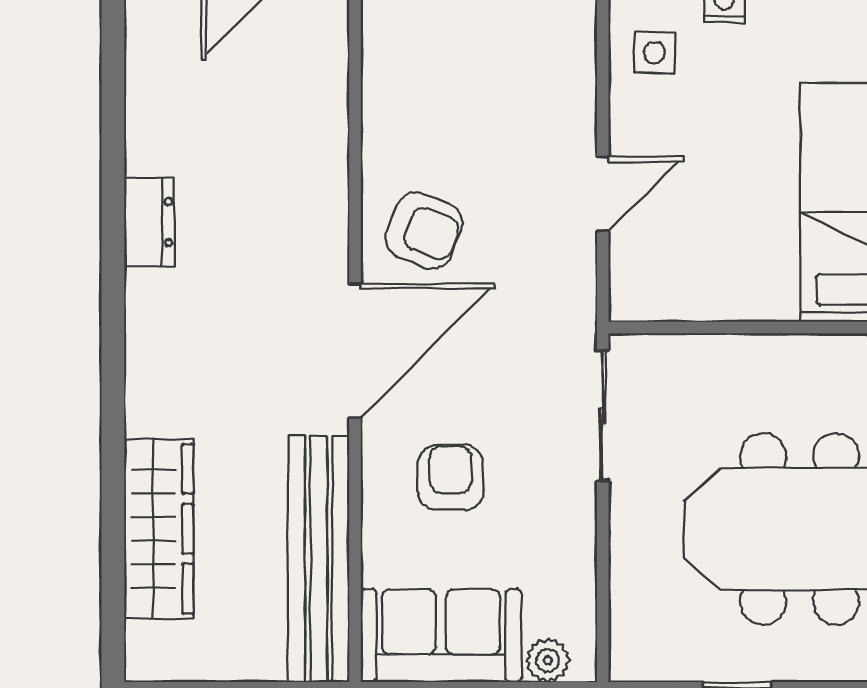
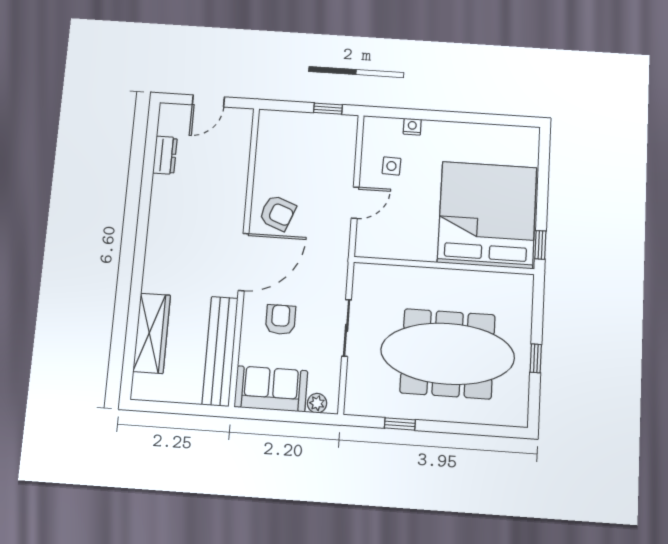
side table: (654, 53) -> (391, 166), moved
dresser: (149, 222) -> (165, 155), moved
sliding door: (603, 416) -> (347, 328), moved

